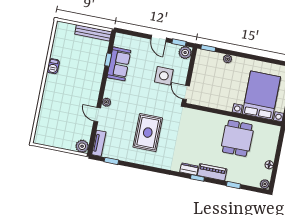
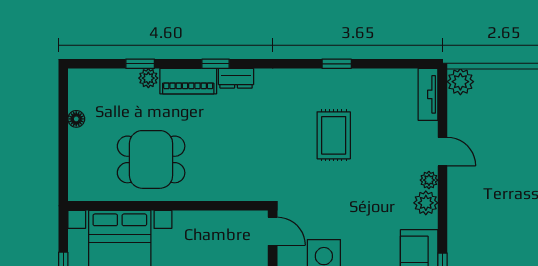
plant: (110, 92) -> (426, 203), added
rug: (148, 133) -> (334, 135), width x0.73, depth x0.70
dining table: (237, 138) -> (151, 159), turned 90
window: (111, 161) -> (337, 64), moved
plant: (265, 184) -> (148, 78), moved

